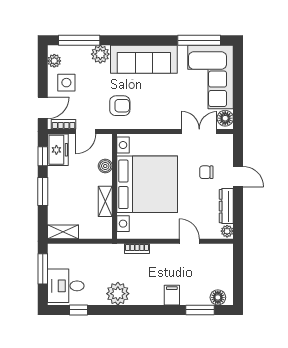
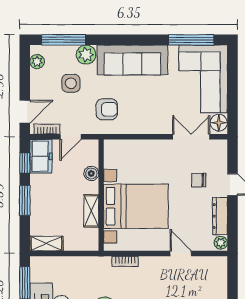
side table: (66, 83) -> (71, 83), moved
bed with nightstands: (147, 184) -> (136, 206), width x0.73

